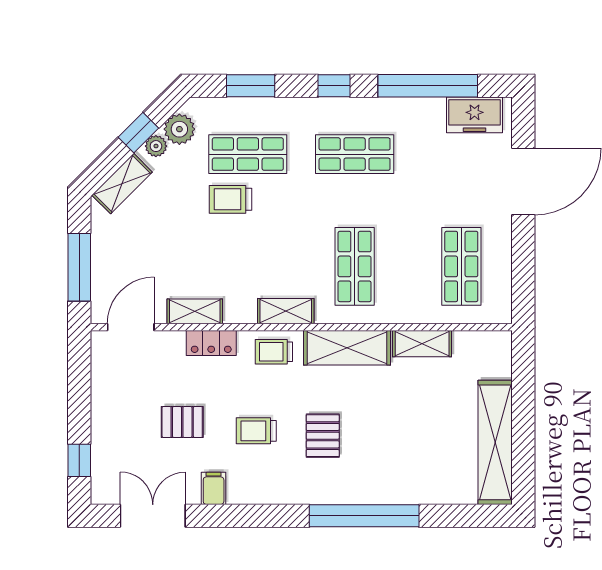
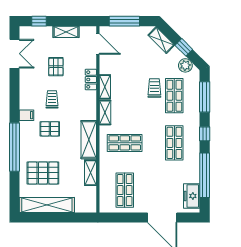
window: (251, 86) -> (205, 97), width x1.44
plant: (156, 146) -> (178, 55), removed
shop shelf: (461, 266) -> (125, 190), turned 90
shelving: (195, 311) -> (105, 87), moved
trolley: (274, 352) -> (87, 107), removed
shelving: (103, 399) -> (66, 32), added
pallet: (423, 451) -> (43, 173), added
filing cabinet: (214, 488) -> (27, 115), moved

